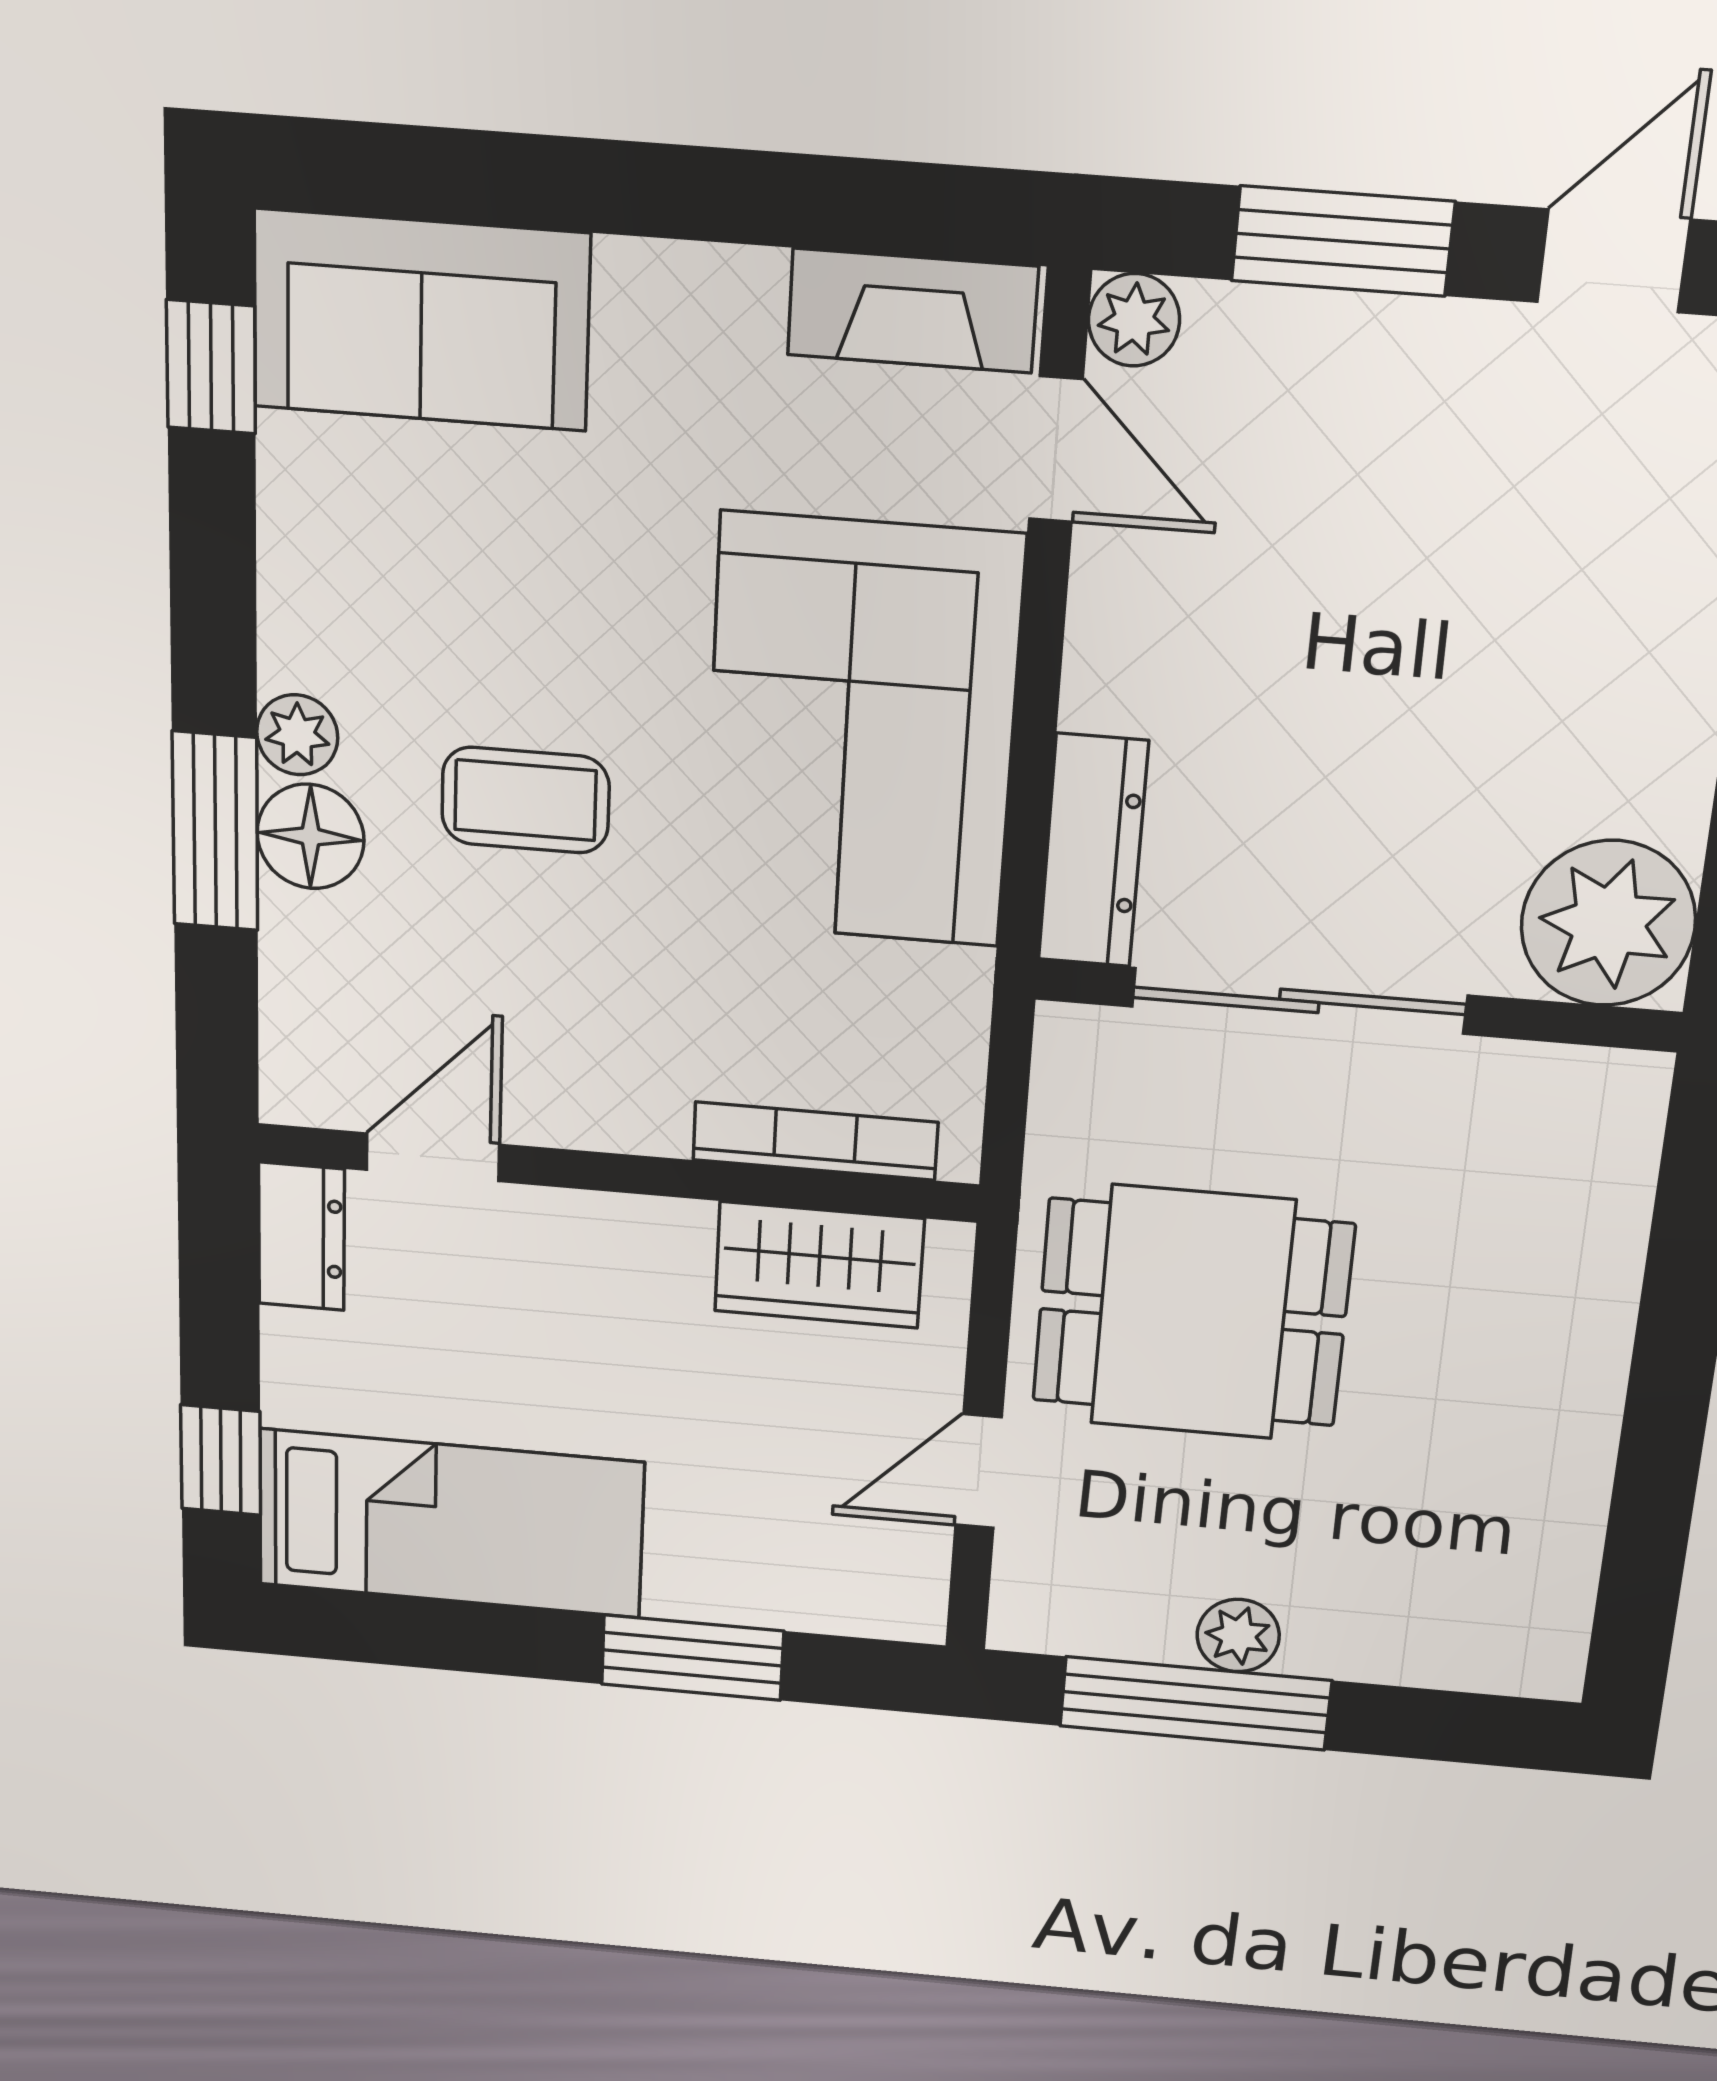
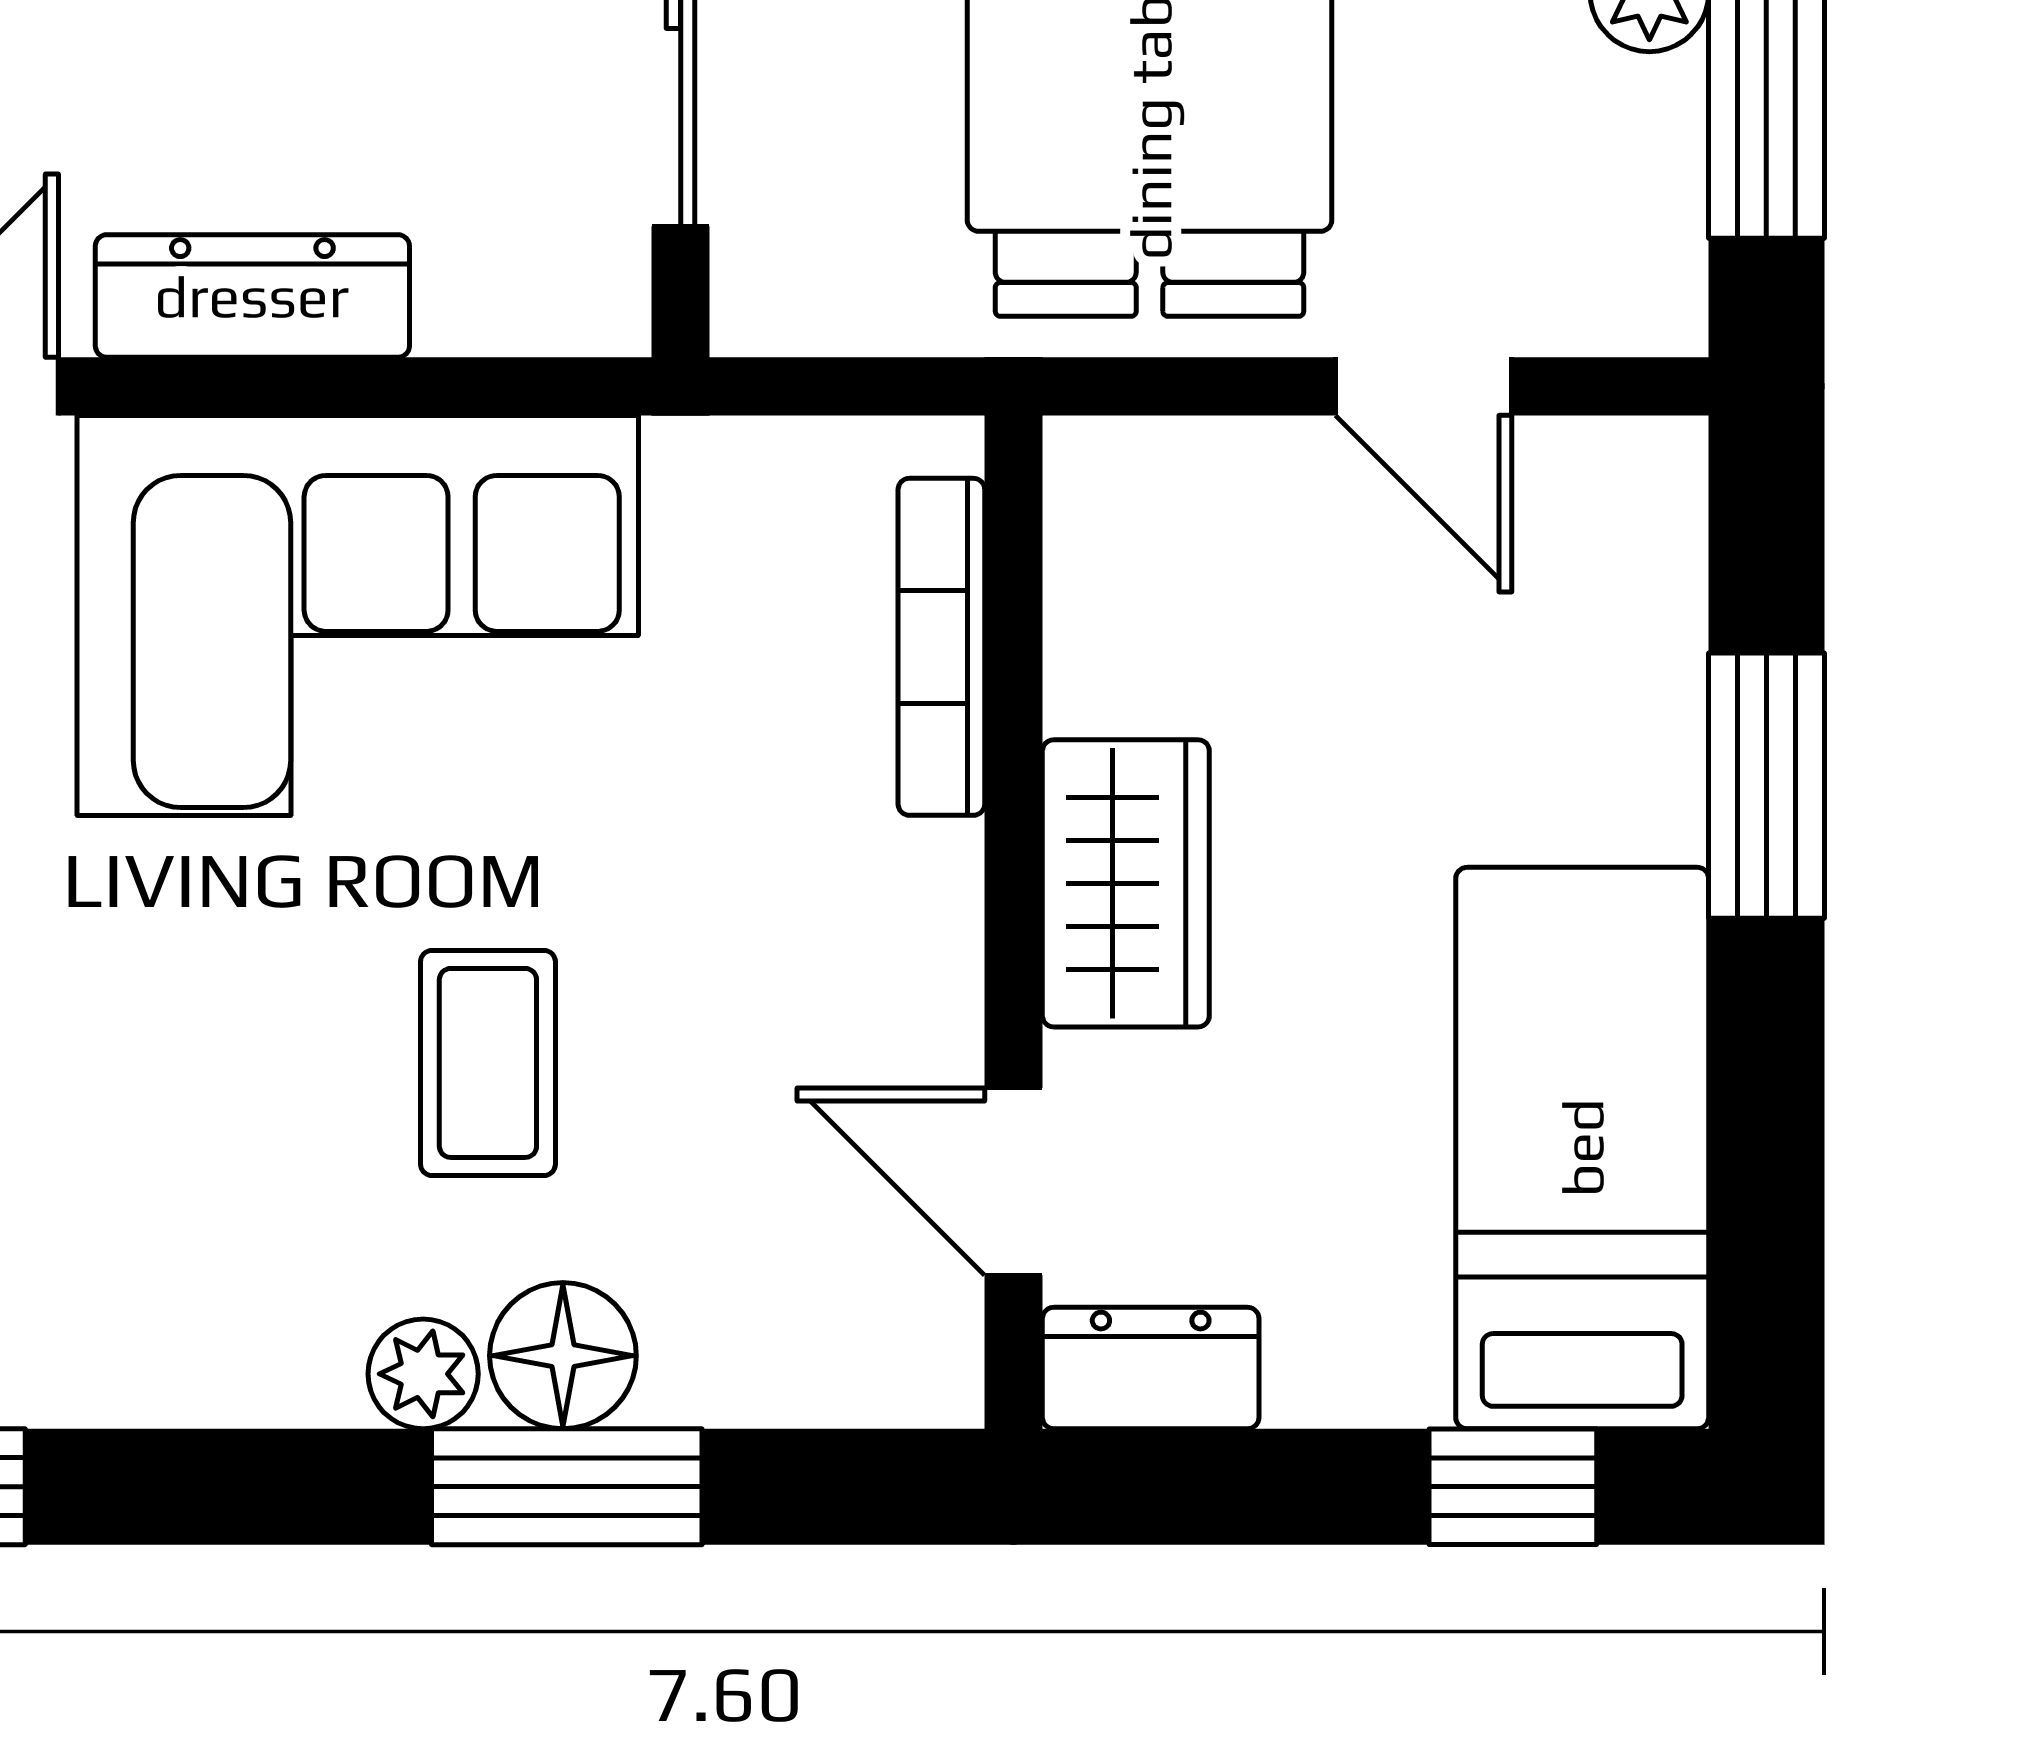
dresser: (1093, 851) -> (252, 296), moved
wardrobe: (819, 1265) -> (1126, 883), moved

